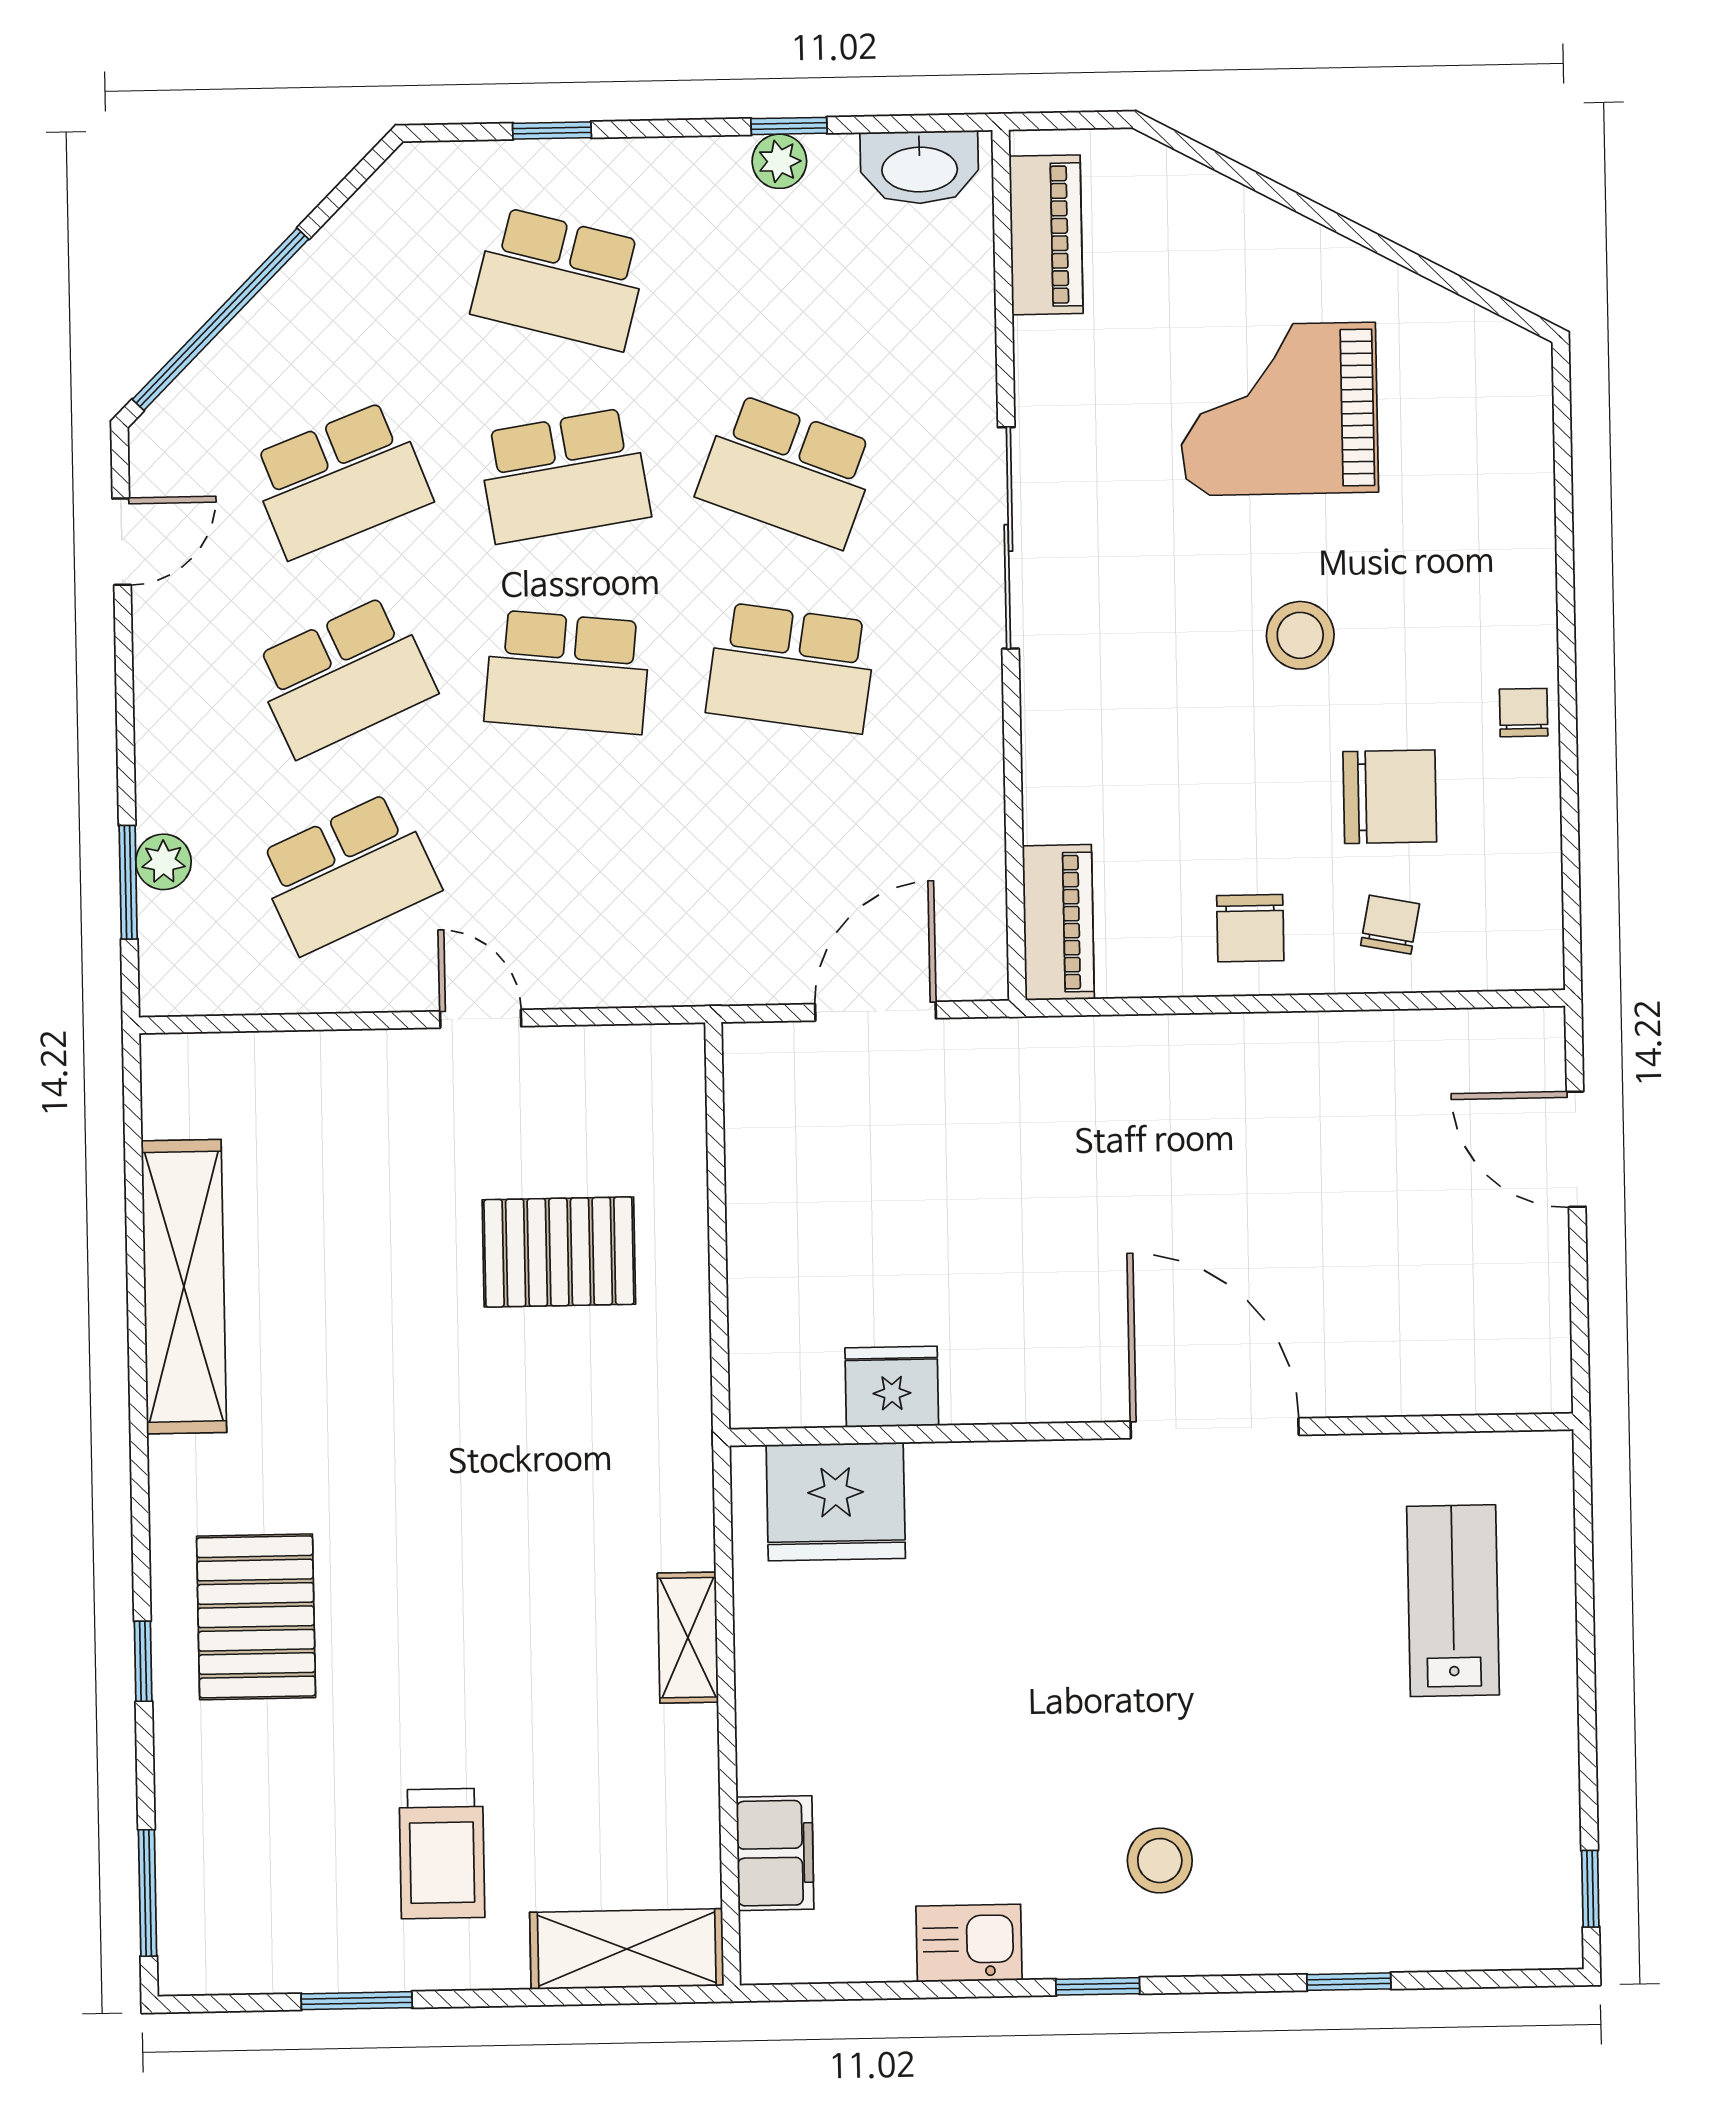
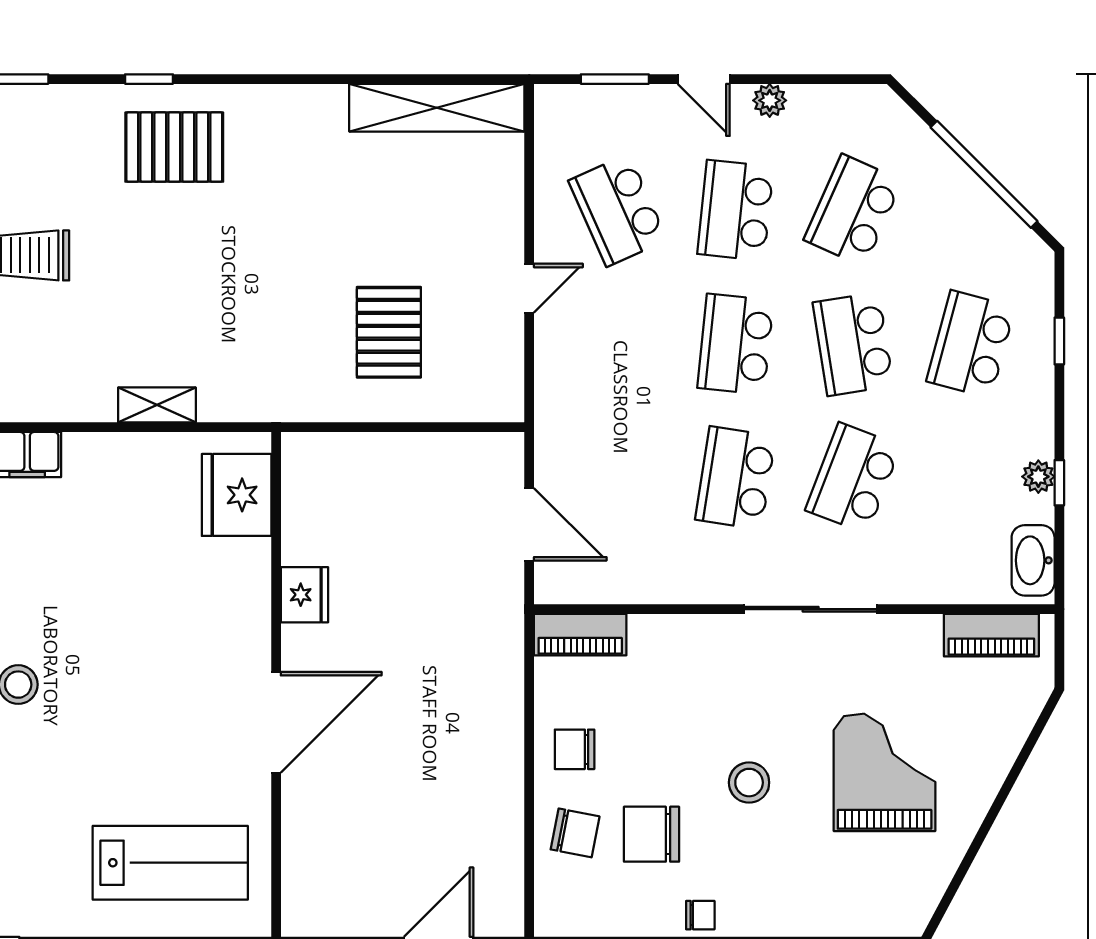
window: (220, 319) -> (984, 174), moved
school desk: (340, 480) -> (853, 210), turned 45
door: (122, 542) -> (704, 79), moved
school desk: (344, 676) -> (735, 210), turned 30
chair: (1390, 797) -> (651, 834), turned 90
plant: (163, 862) -> (770, 100), moved
chair: (1390, 925) -> (575, 833), width x1.37, depth x1.37
shelving: (184, 1287) -> (437, 108), moved
fridge: (892, 1387) -> (304, 595), moved
lab bench: (1453, 1601) -> (170, 863), width x1.36, depth x1.39

